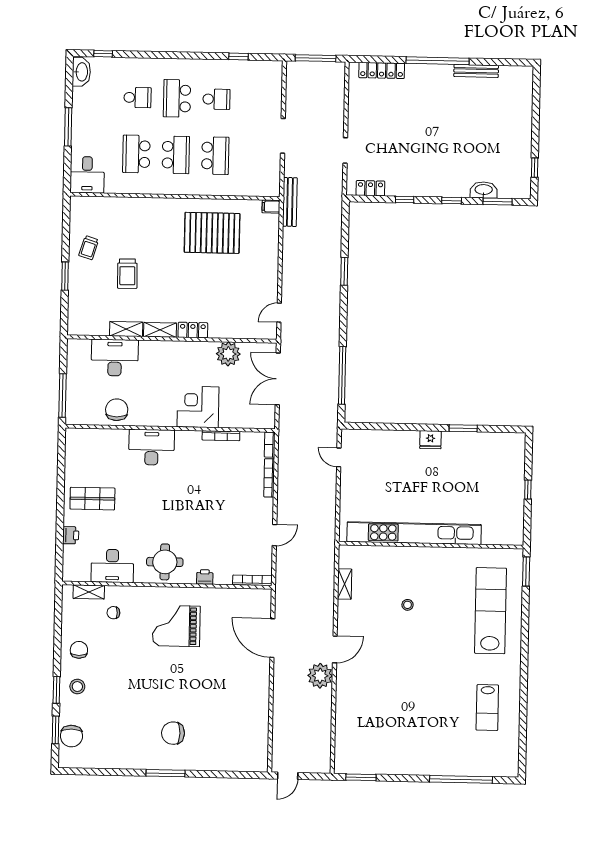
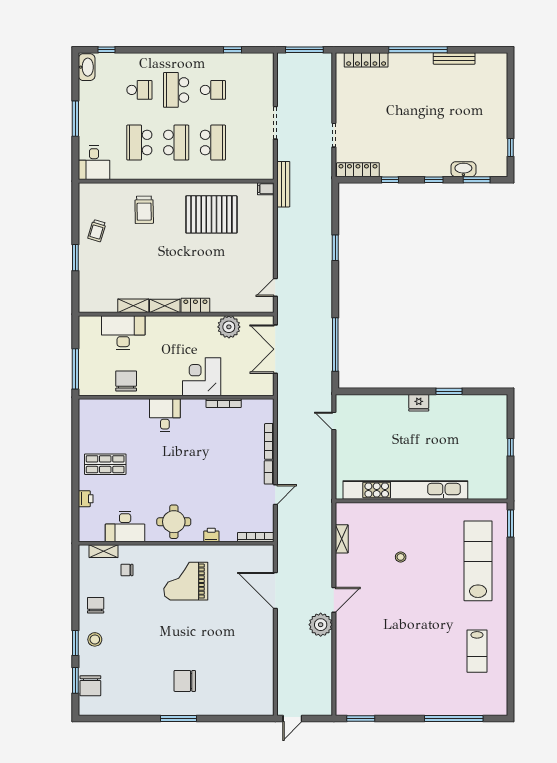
locker: (370, 188) -> (358, 170), width x1.53
trolley: (127, 274) -> (144, 210), moved
bookcase: (270, 445) -> (269, 472), moved
desk: (152, 447) -> (165, 415), width x0.73

